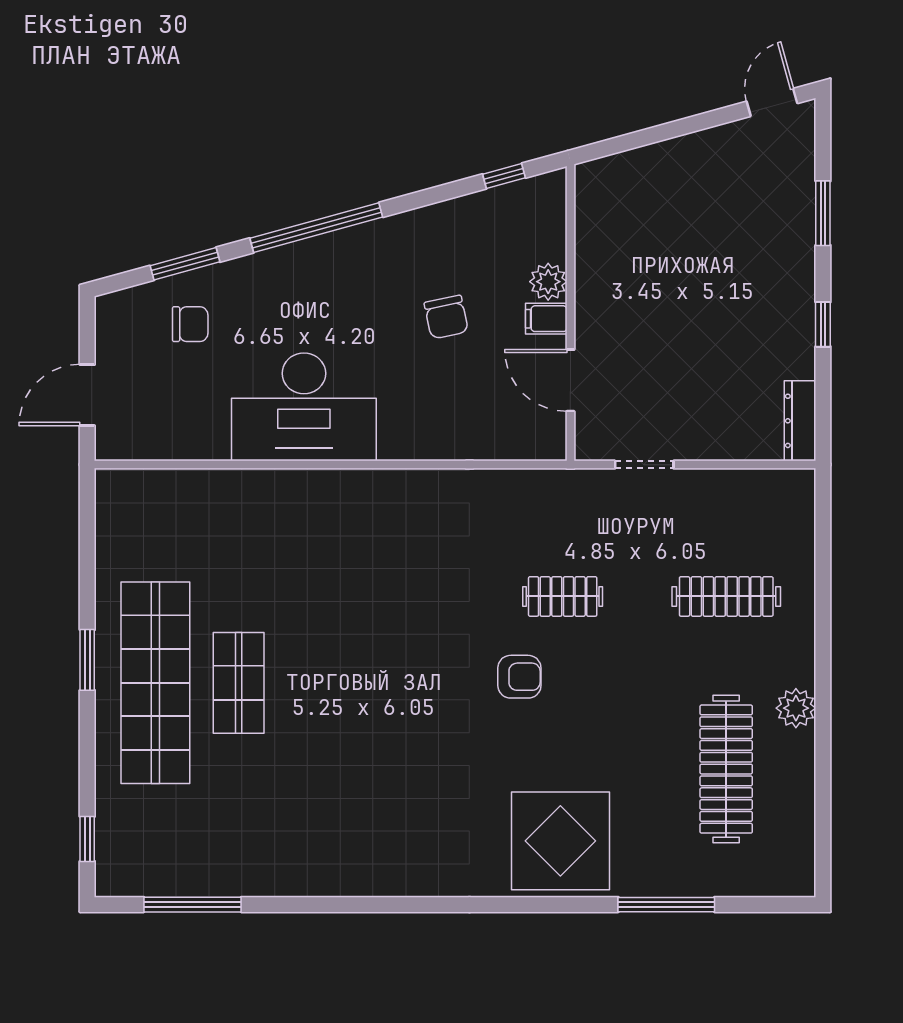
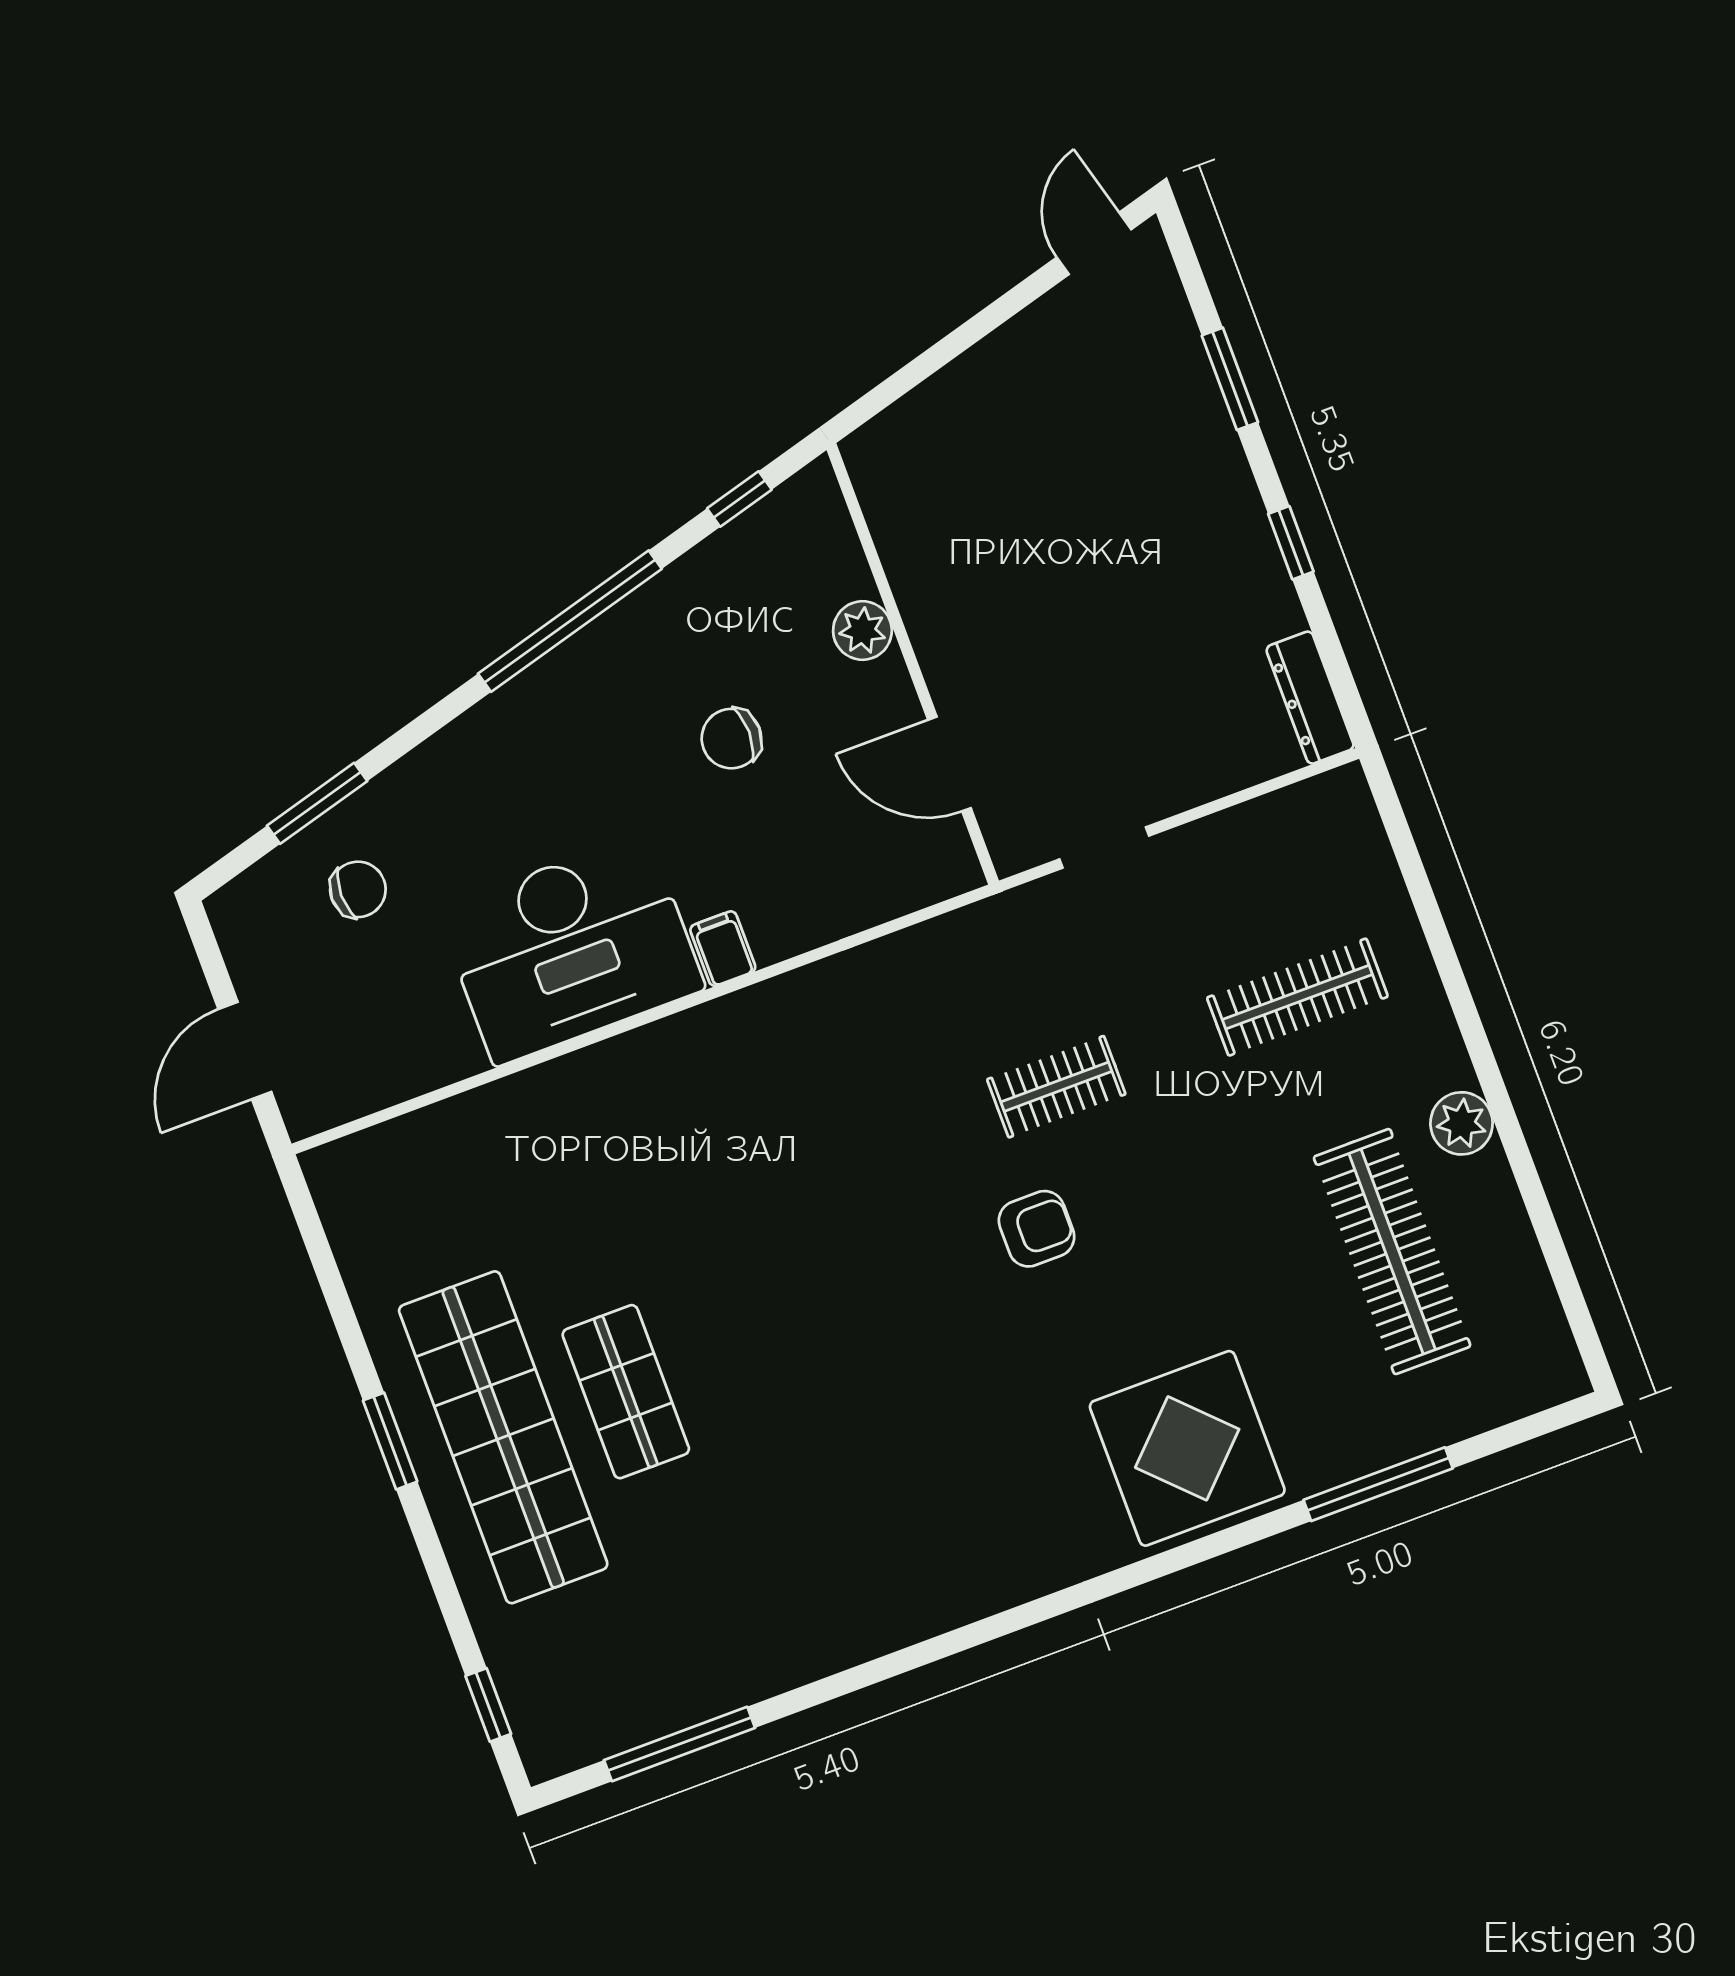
window: (316, 228) -> (570, 621), moved
chair: (446, 317) -> (731, 739), turned 102
filing cabinet: (546, 319) -> (723, 949), moved, turned 90

